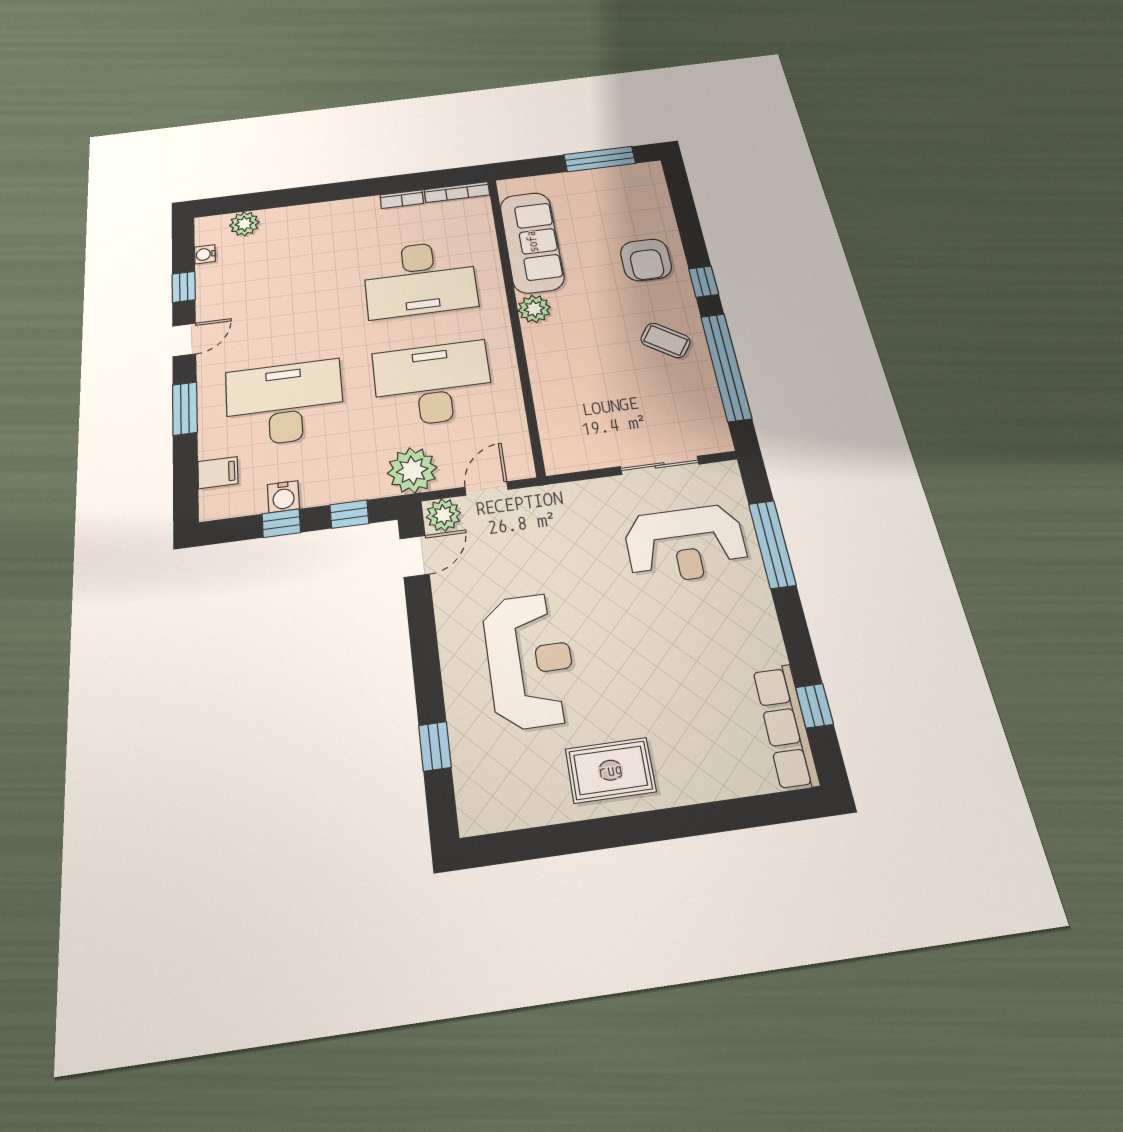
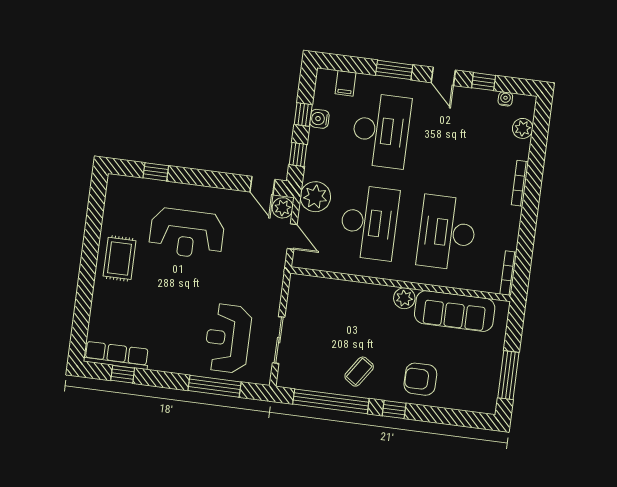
bookcase: (402, 199) -> (520, 183), moved, width x1.56

